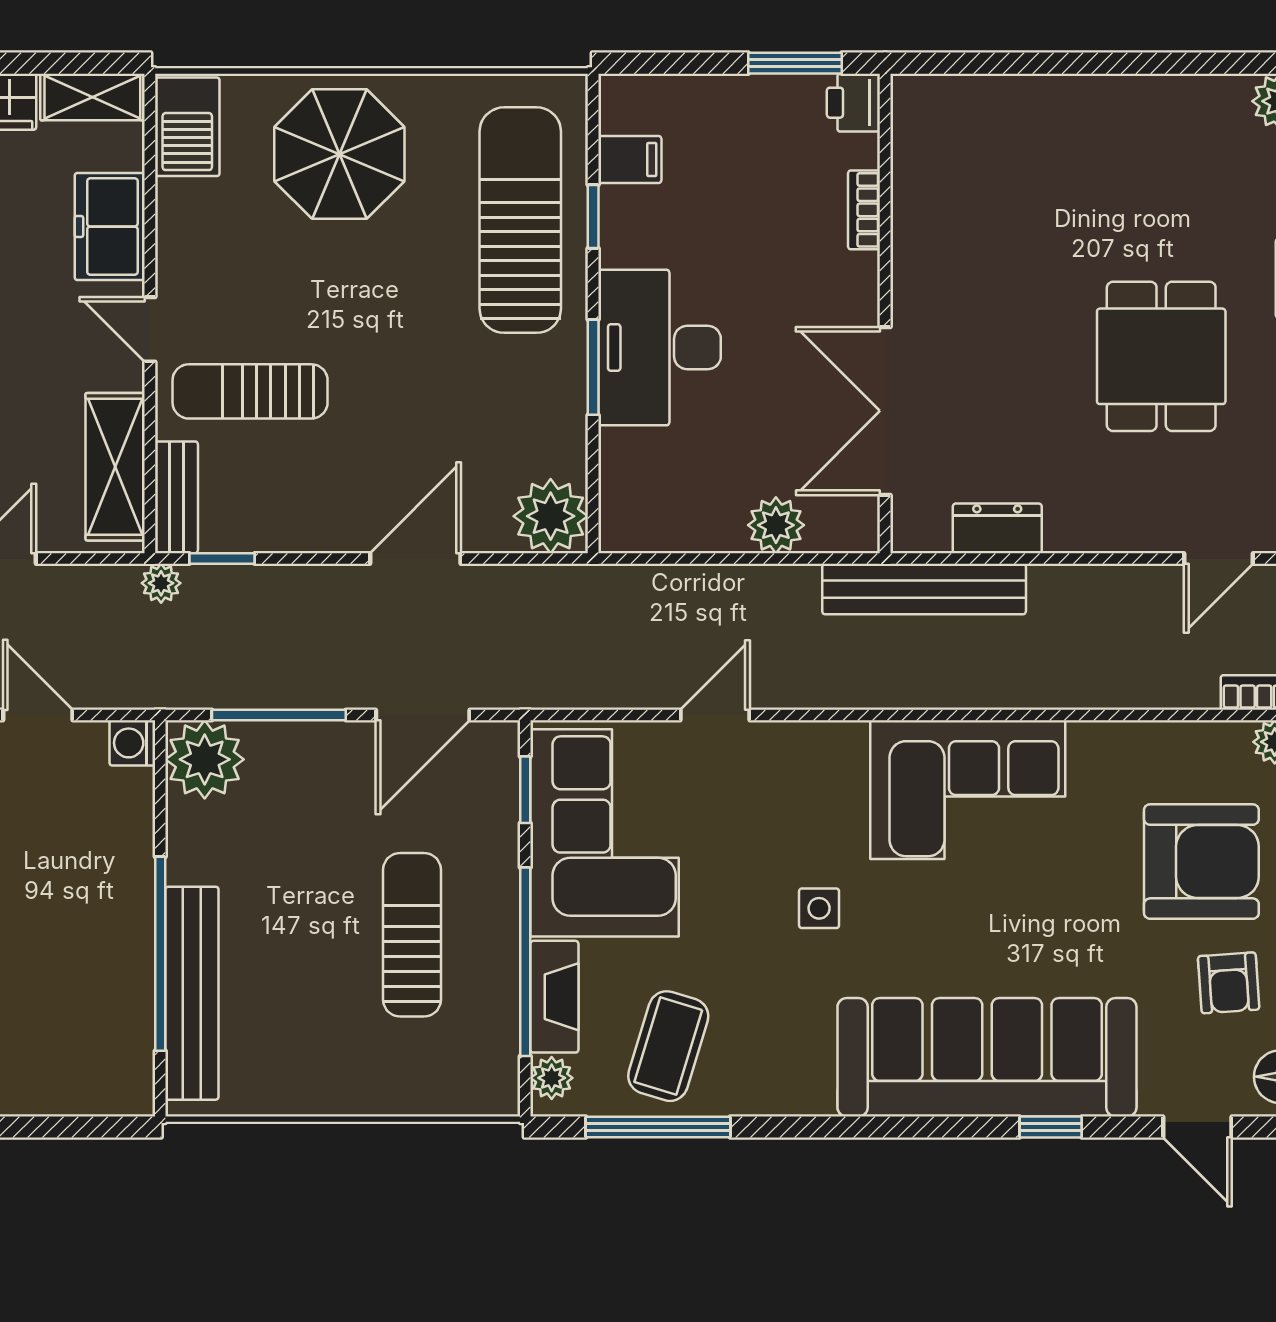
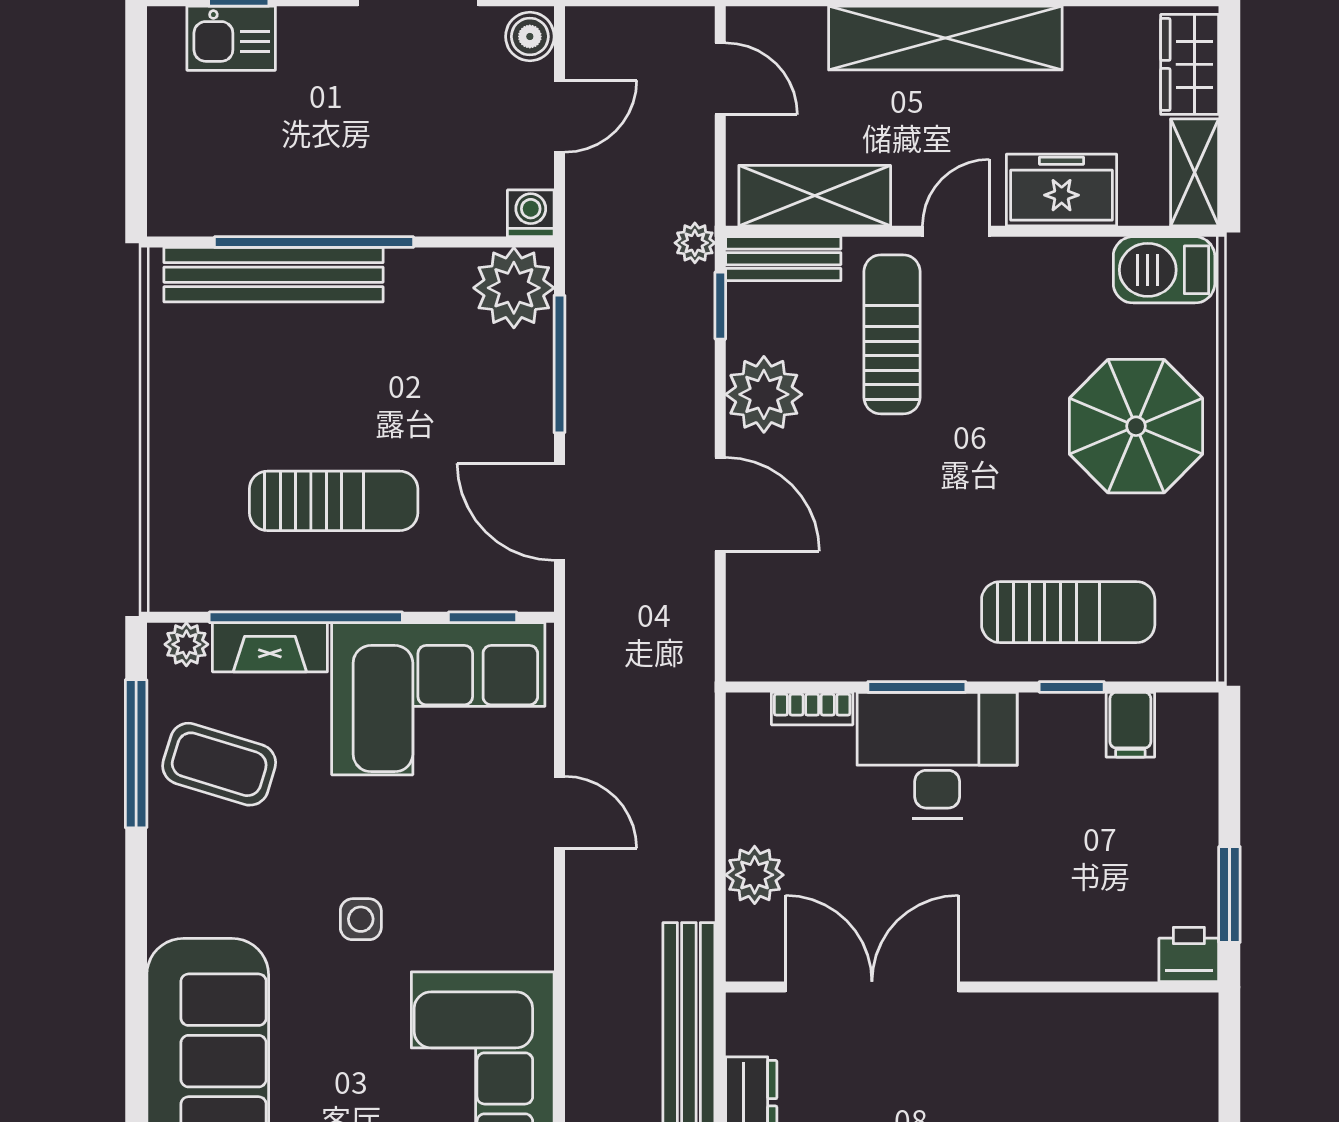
bookcase: (864, 210) -> (812, 709), moved, turned 180
sun lounger: (520, 220) -> (1068, 612), width x0.73, depth x0.75
plant: (551, 516) -> (764, 394), moved

